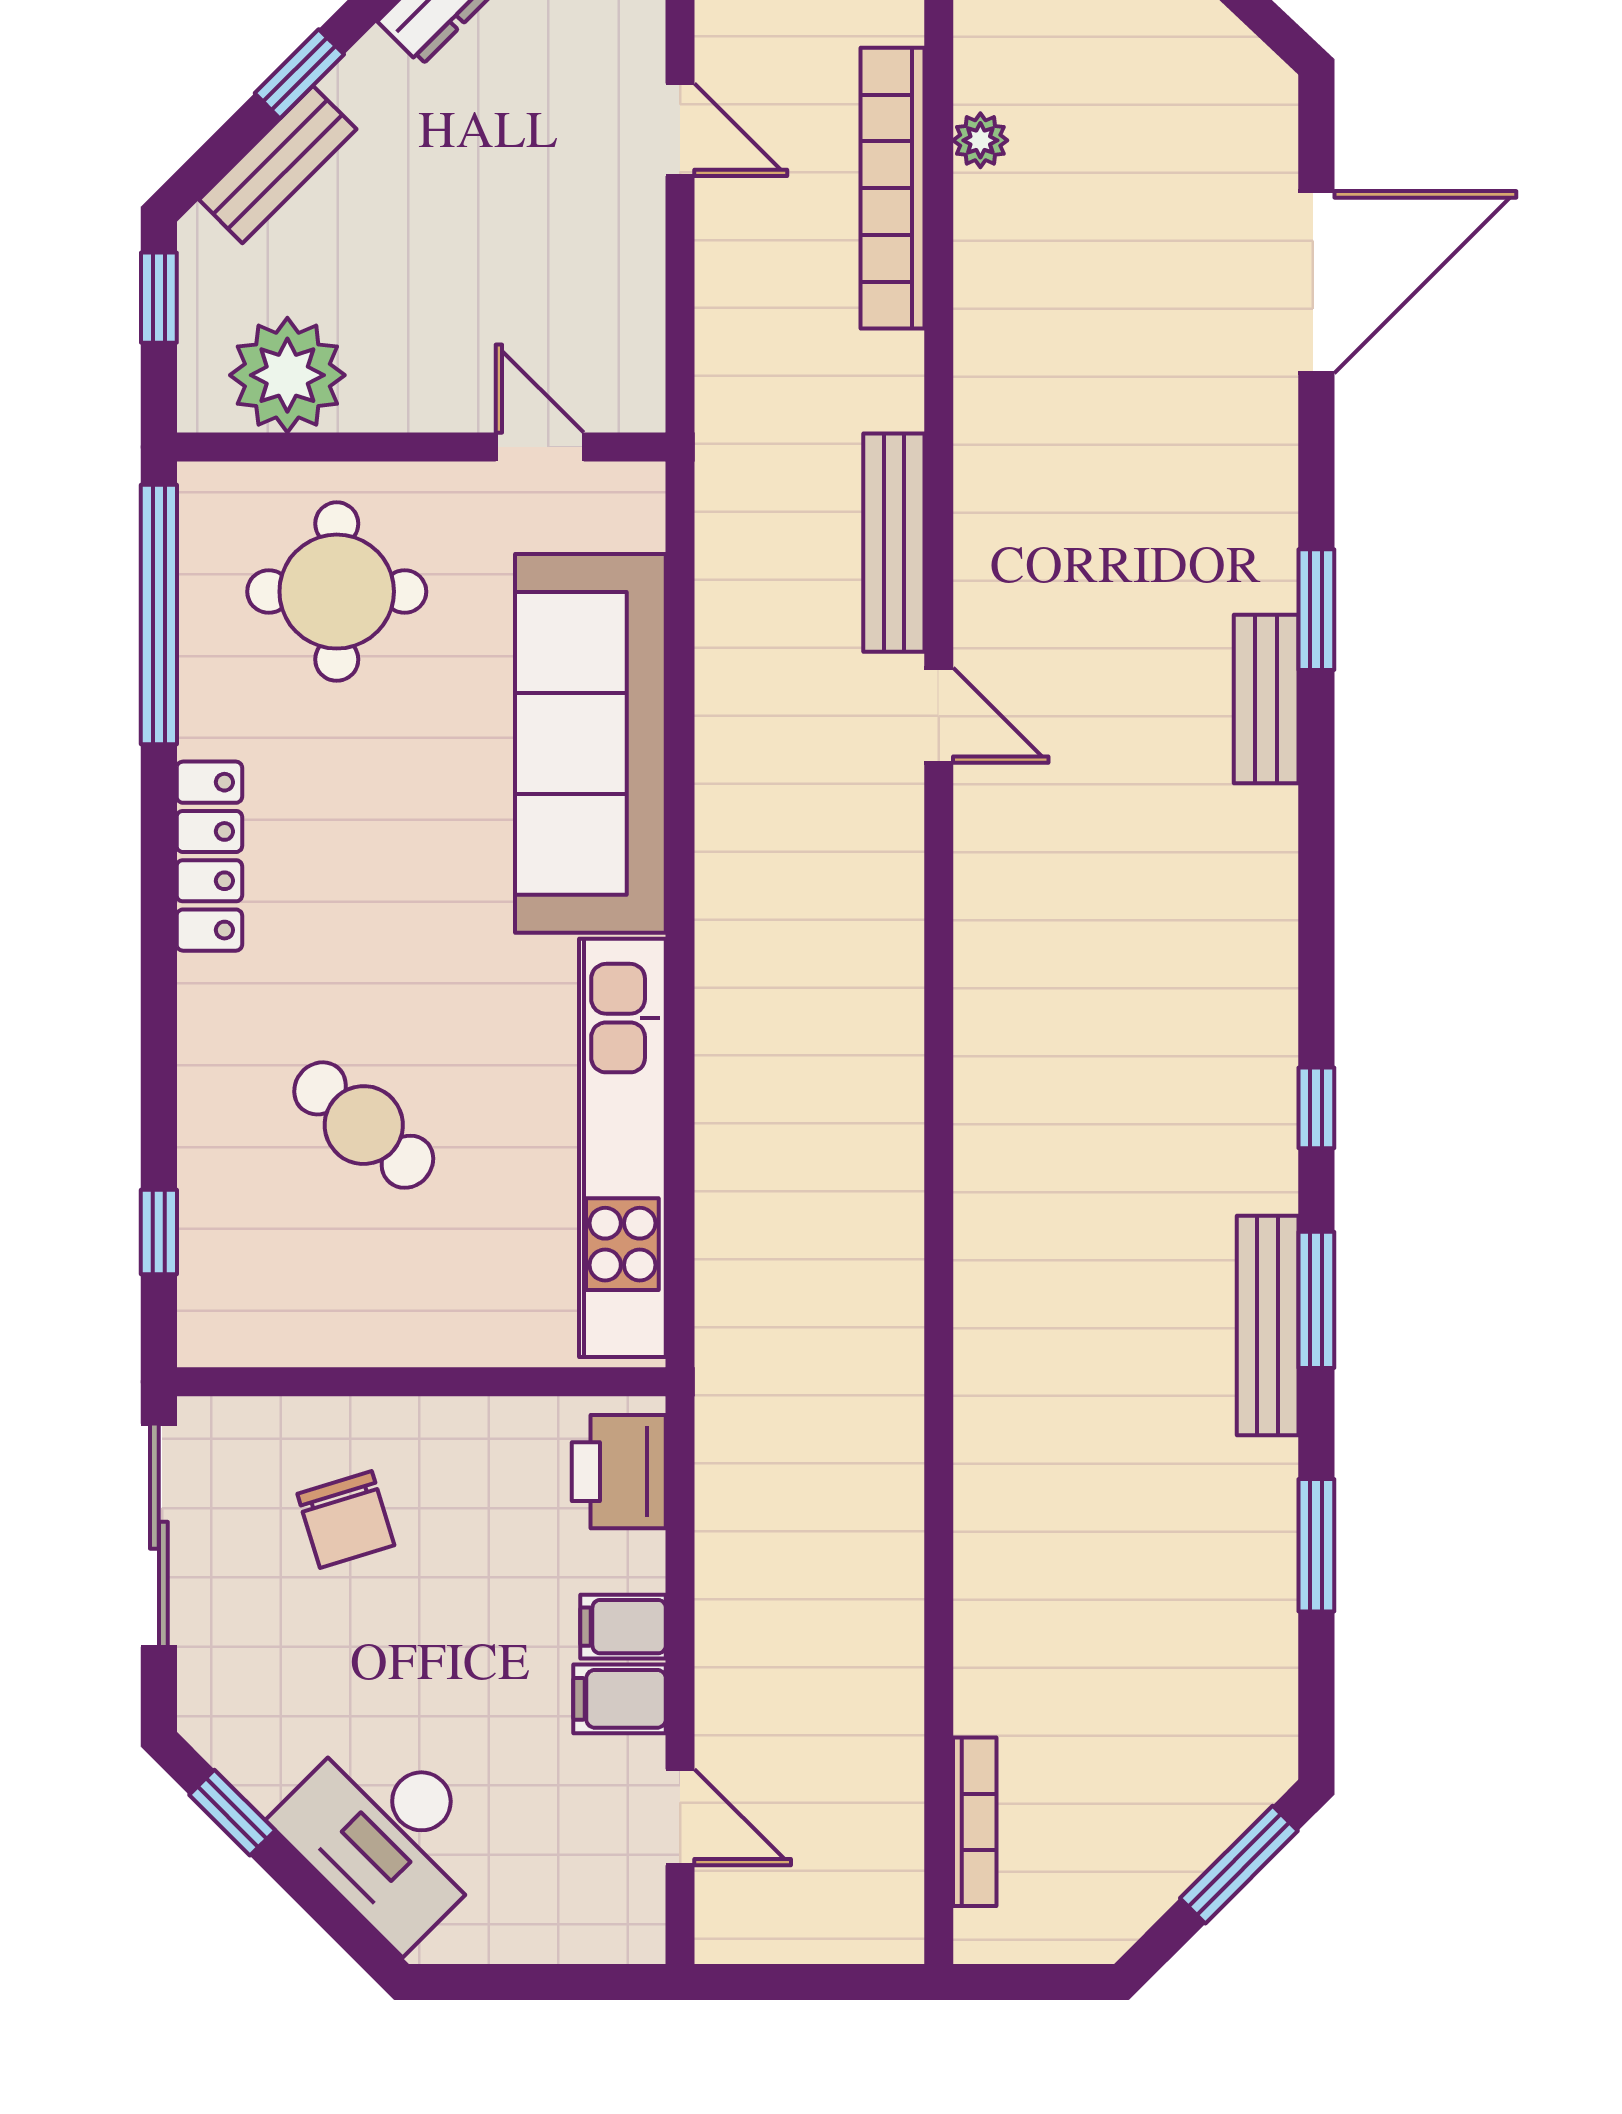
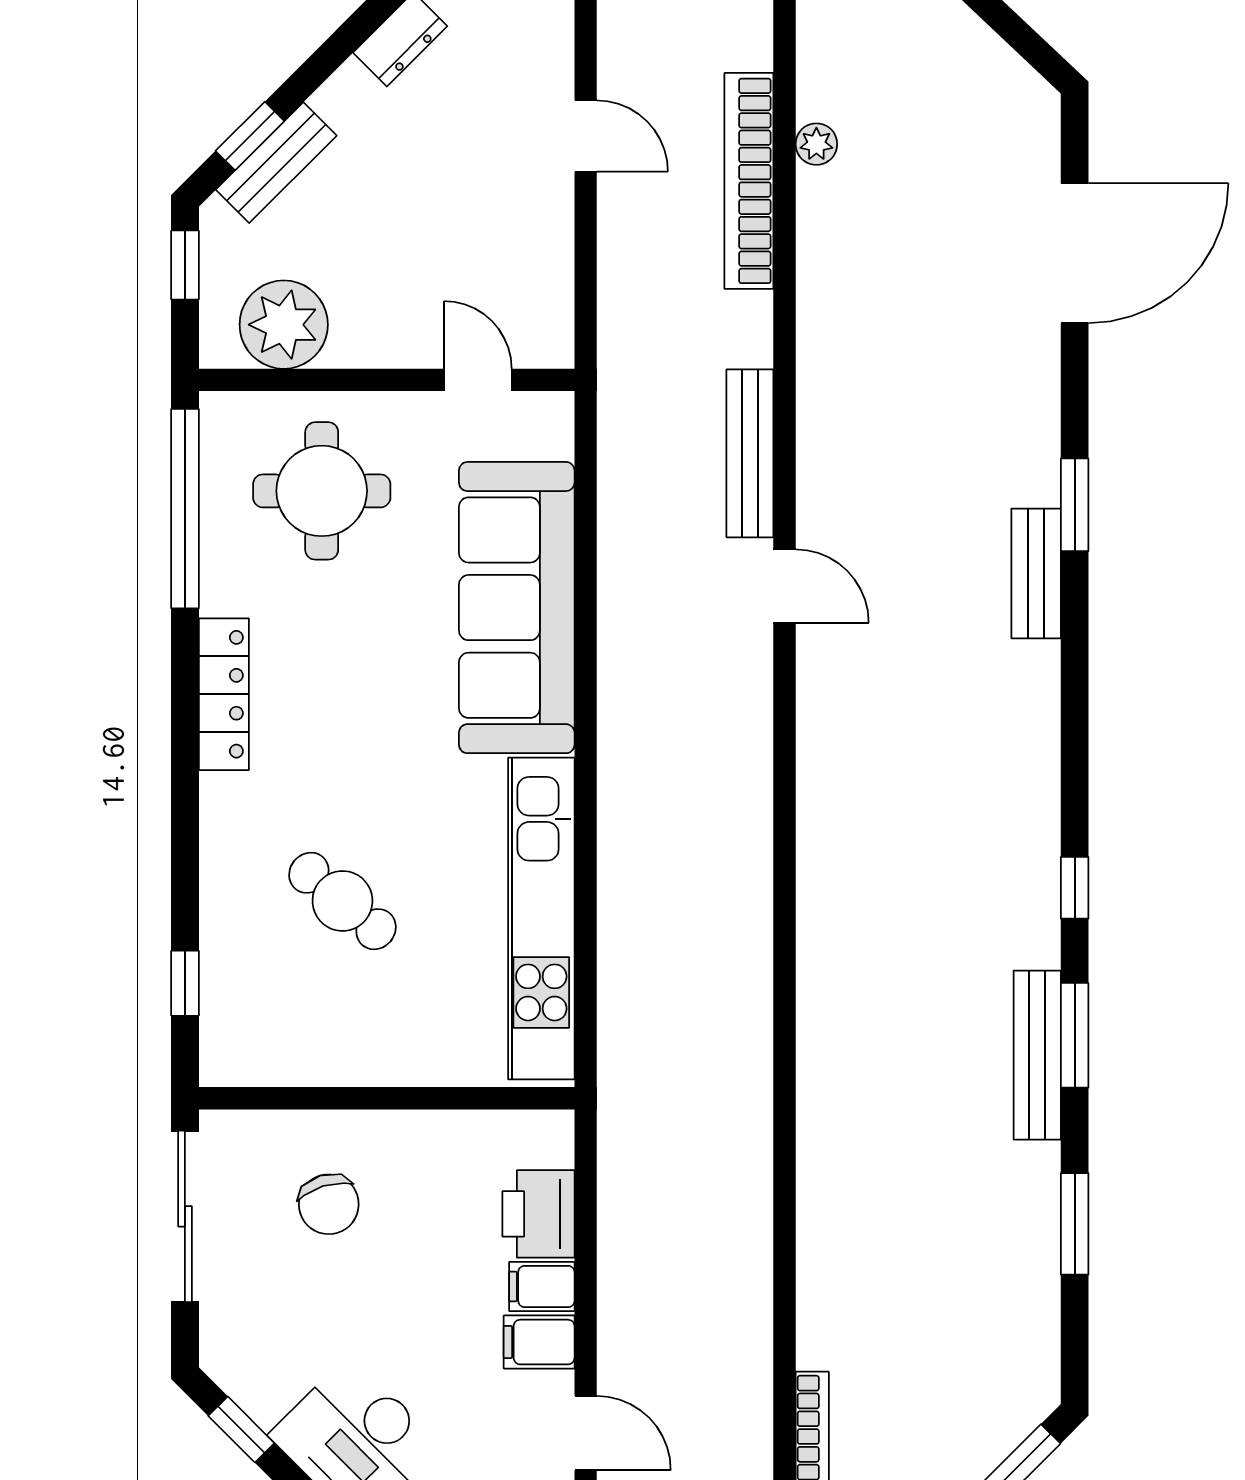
window: (299, 74) -> (250, 136), moved
printer: (619, 1472) -> (538, 1214), moved

